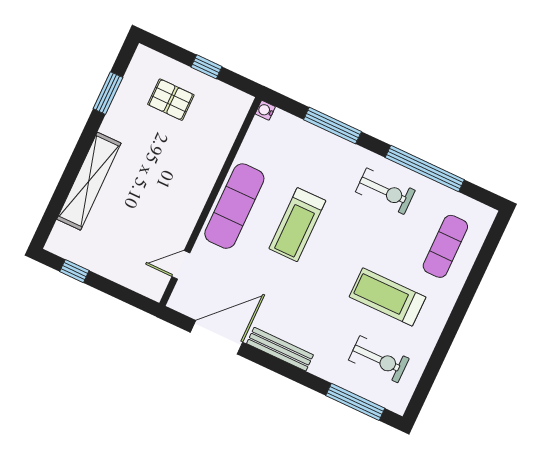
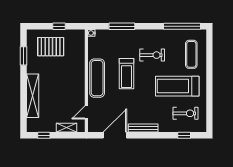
pallet: (171, 100) -> (51, 47), width x1.50, depth x1.42
window: (425, 169) -> (182, 26), moved
exercise bike: (385, 191) -> (152, 55), moved
shelving: (127, 277) -> (66, 128), added
treadmill: (387, 297) -> (177, 86), width x1.37, depth x1.38
window: (355, 402) -> (184, 135), width x0.46

